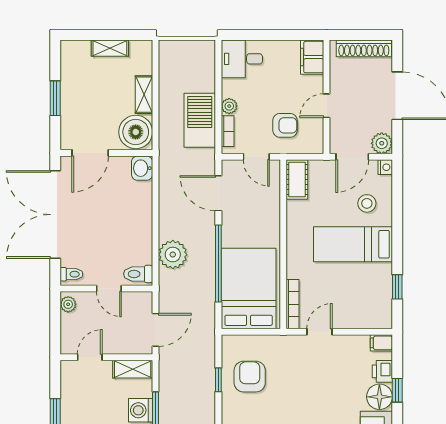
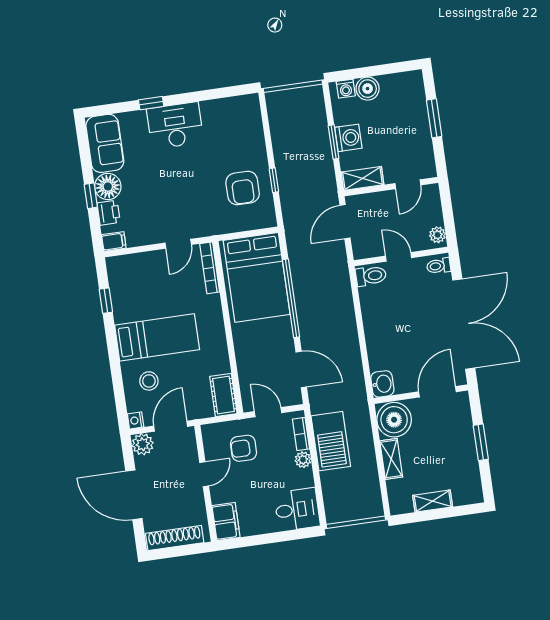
plant: (173, 255) -> (339, 301), removed

